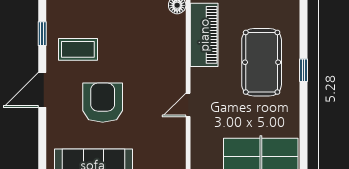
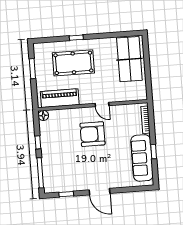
coffee table: (78, 49) -> (74, 172), removed
armchair: (103, 103) -> (92, 134), moved

